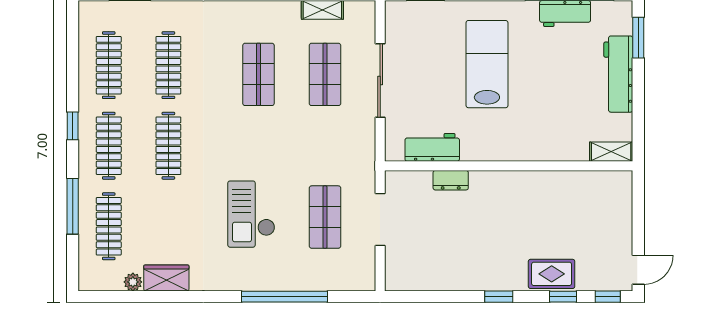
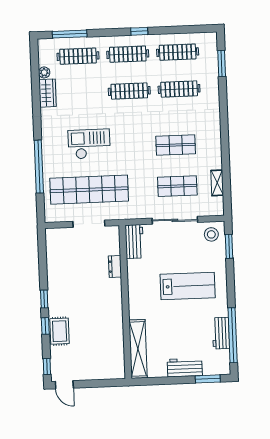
stool: (405, 23) -> (211, 234), added
workbench: (618, 74) -> (185, 368), width x0.73
workbench: (432, 147) -> (134, 242), moved
shelving: (611, 152) -> (138, 349), width x2.20, depth x1.33
window: (73, 206) -> (70, 34), moved
shop shelf: (325, 217) -> (89, 190), width x2.00, depth x1.36
window: (563, 297) -> (45, 326), moved

